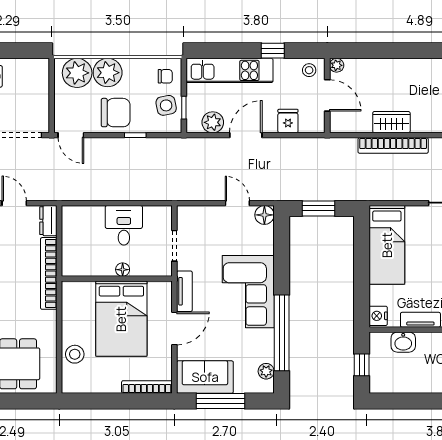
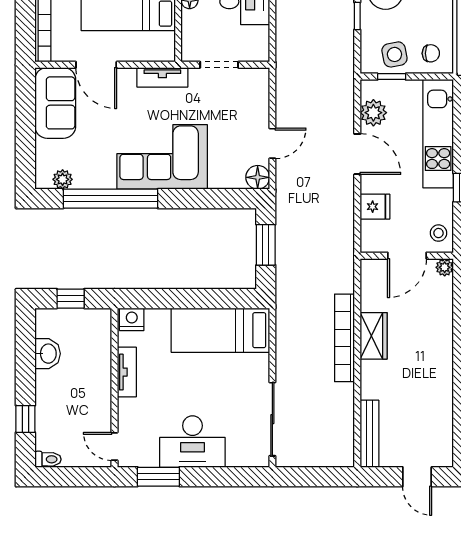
chair: (165, 76) -> (431, 53), turned -90
door: (174, 328) -> (96, 65), moved
washbasin: (403, 342) -> (48, 354), moved, turned 180
window: (220, 401) -> (25, 122), removed

